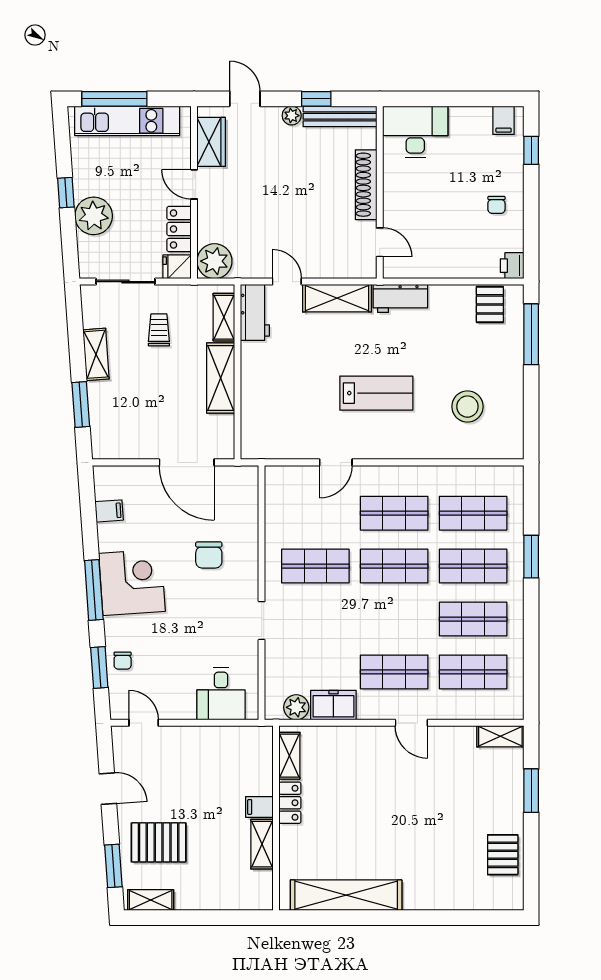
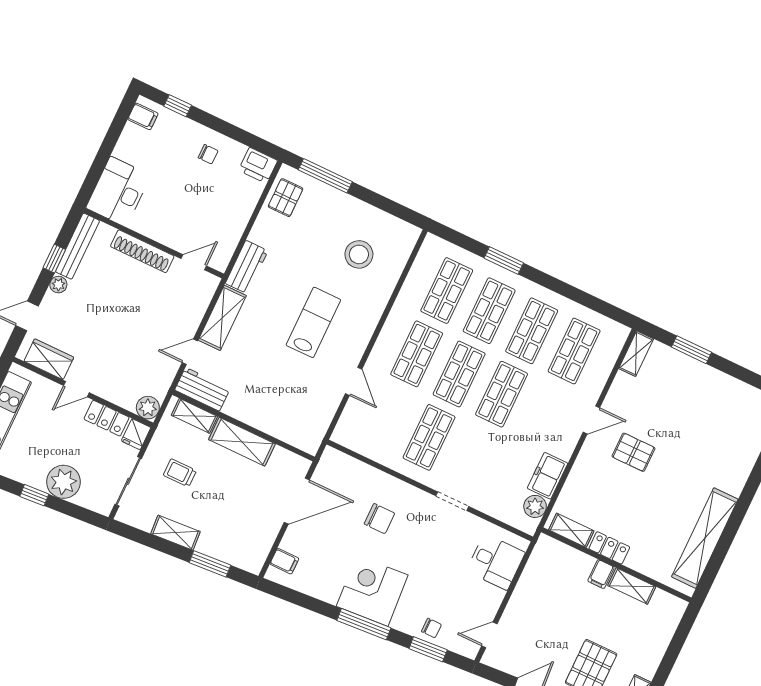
plant: (214, 261) -> (148, 408), width x0.73, depth x0.73
printer: (512, 266) -> (258, 165), width x1.36, depth x1.24
pallet: (490, 304) -> (286, 198), turned 90
filing cabinet: (109, 511) -> (284, 561), moved, turned 94
shop shelf: (394, 672) -> (502, 394), moved
pallet: (503, 855) -> (633, 452), moved

